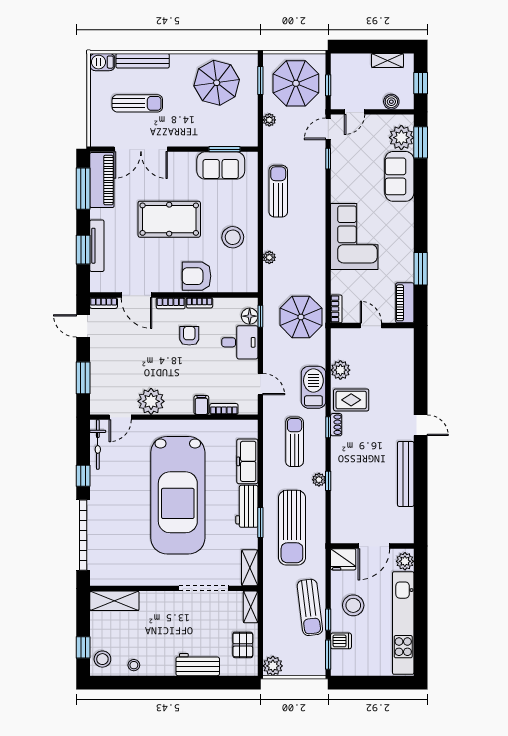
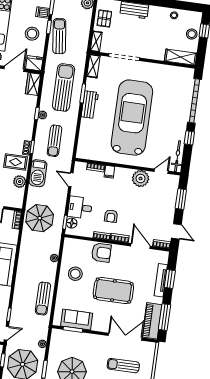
freezer: (247, 461) -> (86, 133), removed
wardrobe: (341, 526) -> (33, 84), added
stool: (102, 659) -> (192, 34), moved

